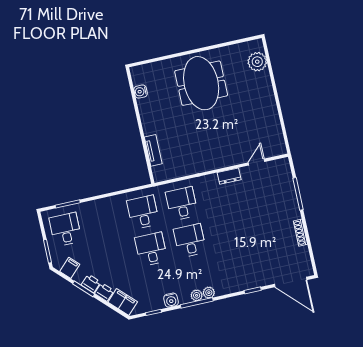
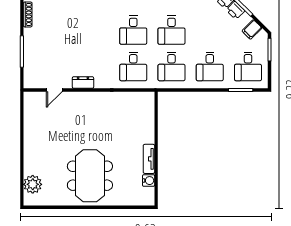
tv unit: (153, 150) -> (149, 159), moved
desk: (104, 221) -> (210, 66), added

